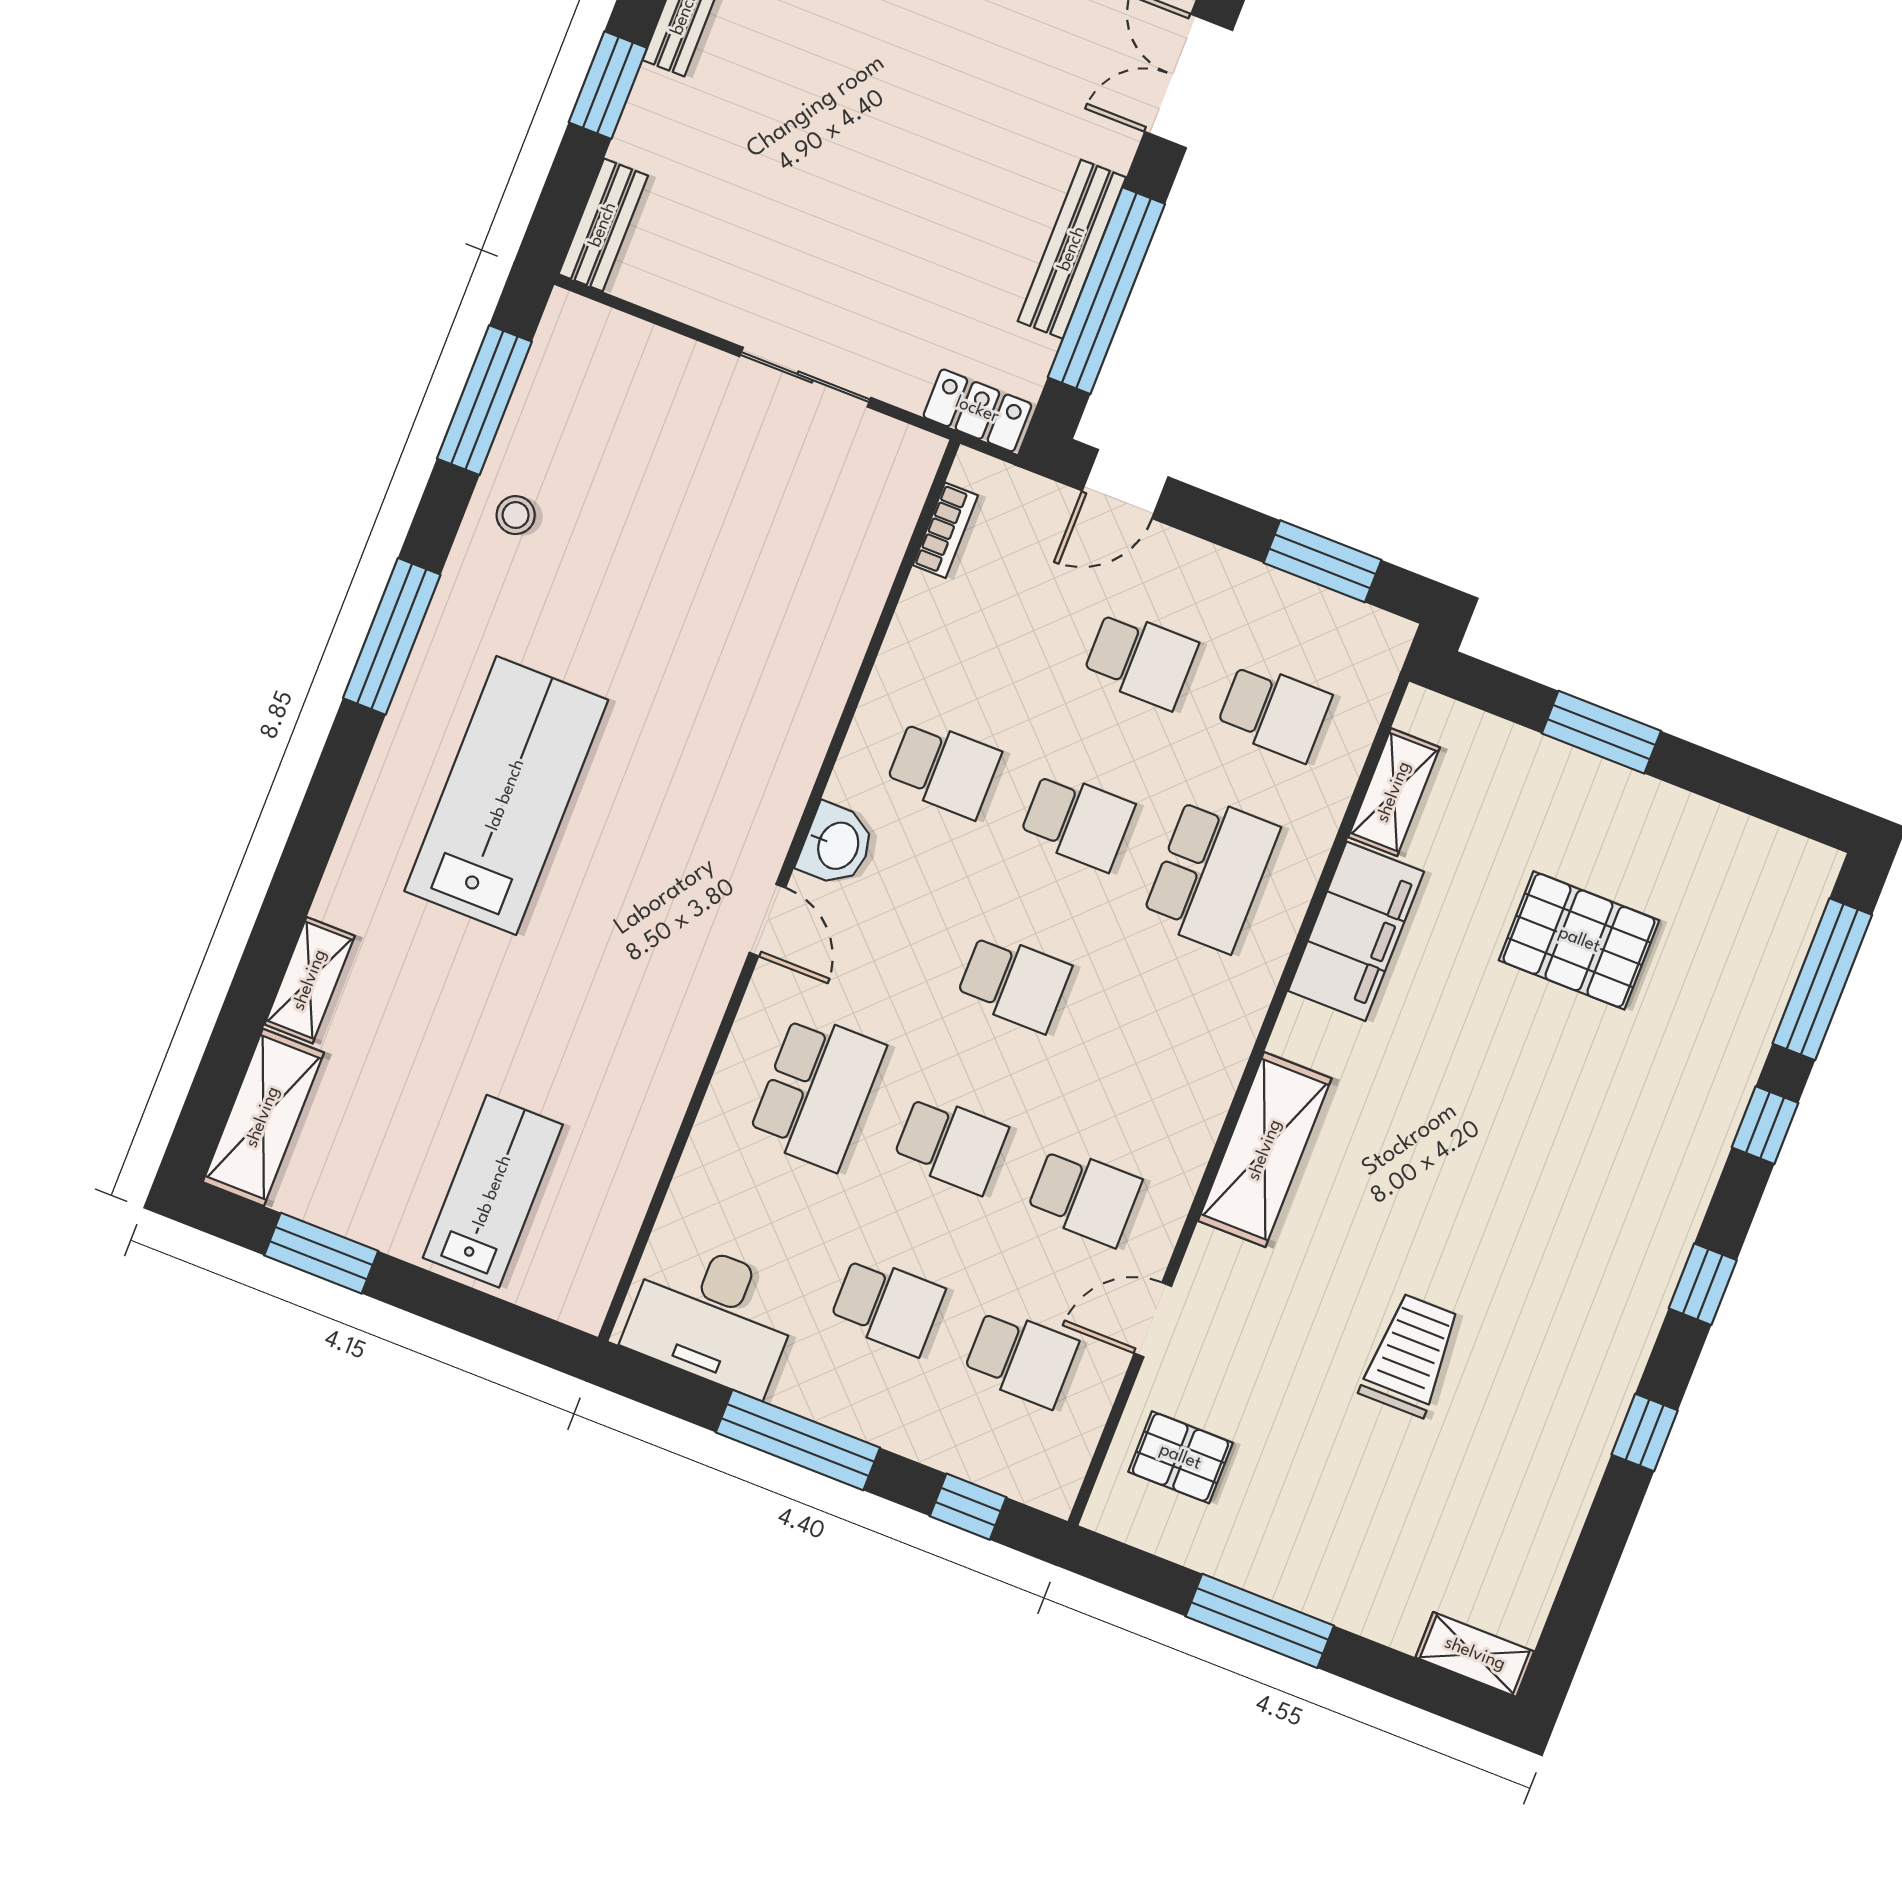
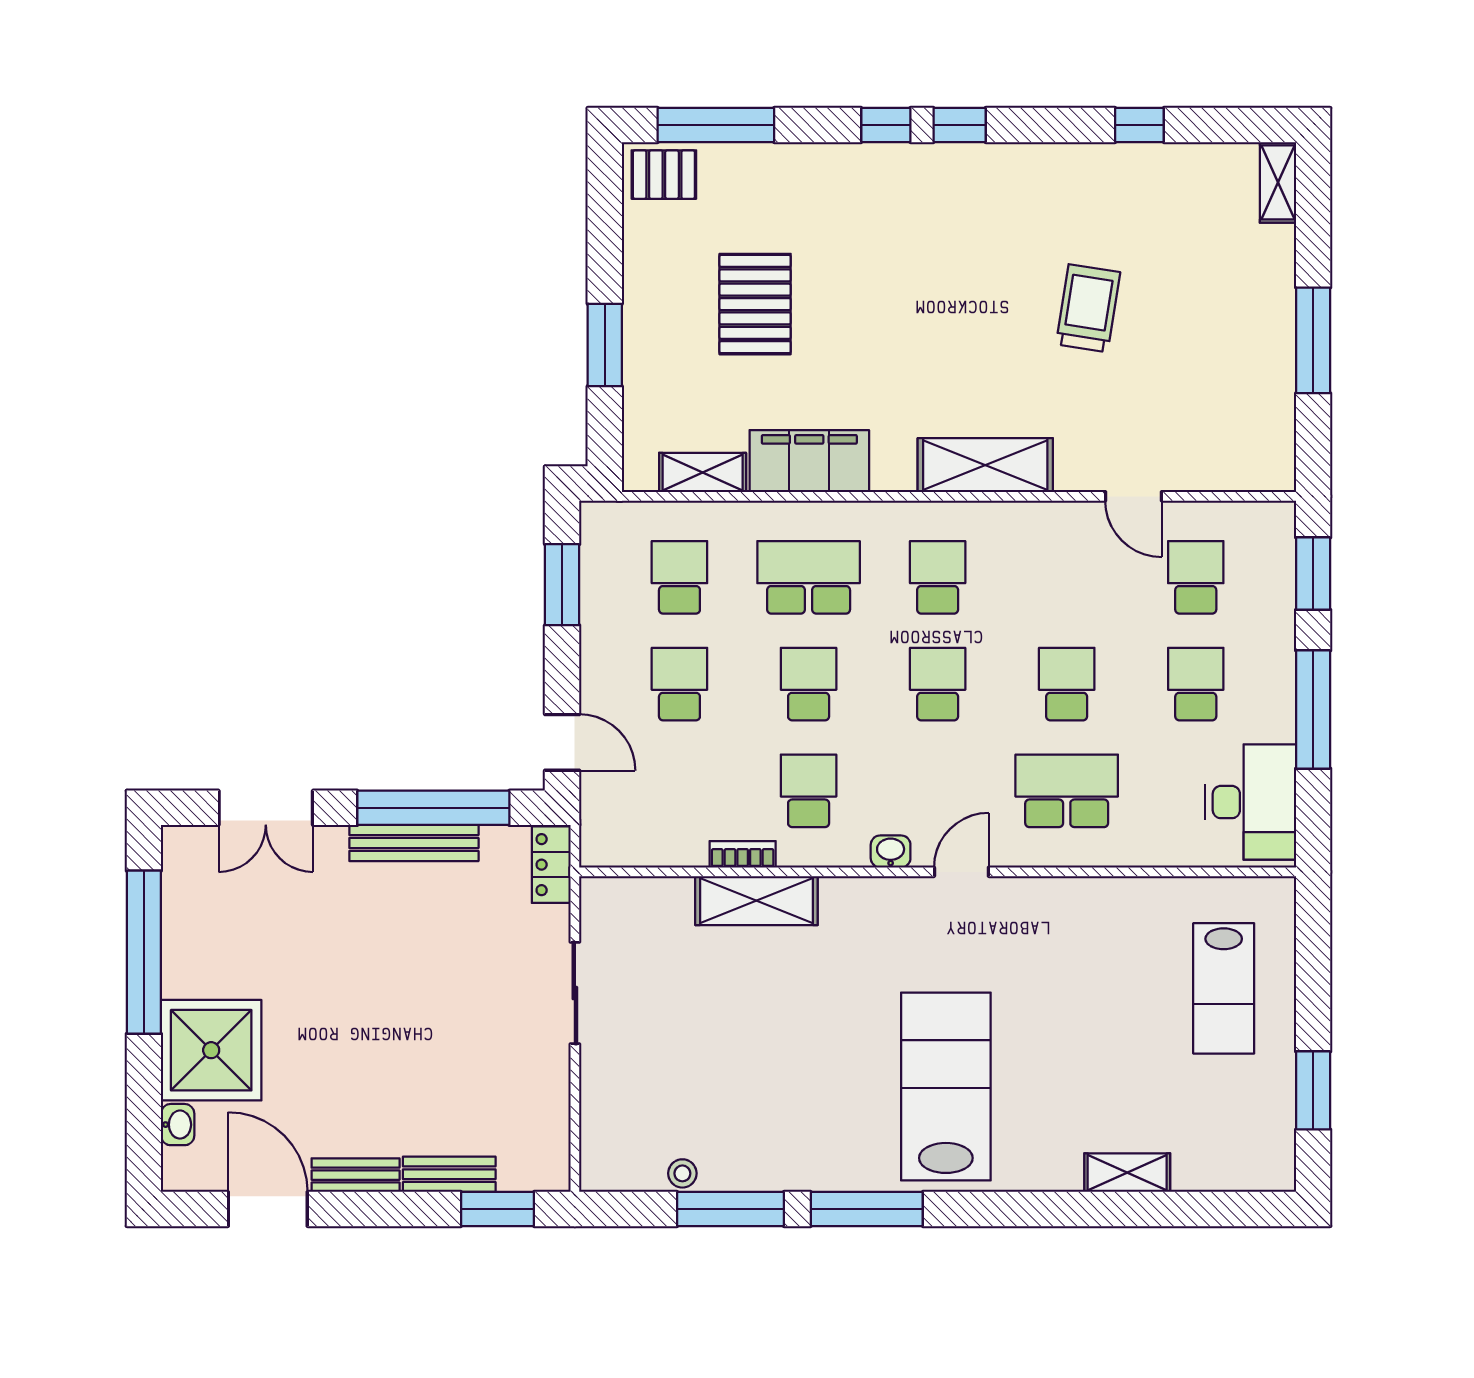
window: (608, 85) -> (497, 1209), moved
bench: (603, 225) -> (449, 1174), moved
window: (484, 400) -> (731, 1209), moved
stool: (516, 515) -> (682, 1173), moved
bookcase: (945, 530) -> (743, 854), moved
lab bench: (506, 795) -> (946, 1087), turned 90
washbasin: (836, 845) -> (891, 851), width x0.72, depth x0.69
shelving: (263, 1117) -> (756, 901), moved
window: (1765, 1125) -> (886, 125), moved
lab bench: (493, 1191) -> (1224, 988), turned -90
school desk: (1084, 1196) -> (938, 577), moved
trolley: (1410, 1355) -> (1088, 308), turned 99
window: (1645, 1433) -> (1139, 125), moved
pallet: (1180, 1457) -> (664, 175), moved, turned 90
window: (968, 1507) -> (1313, 574), width x1.50

